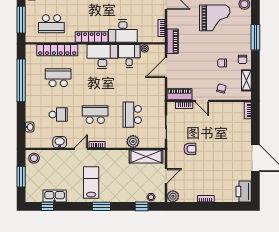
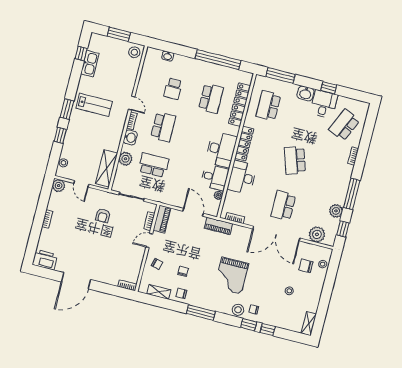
washbasin: (60, 142) -> (130, 138), moved
window: (142, 206) -> (60, 135), moved

